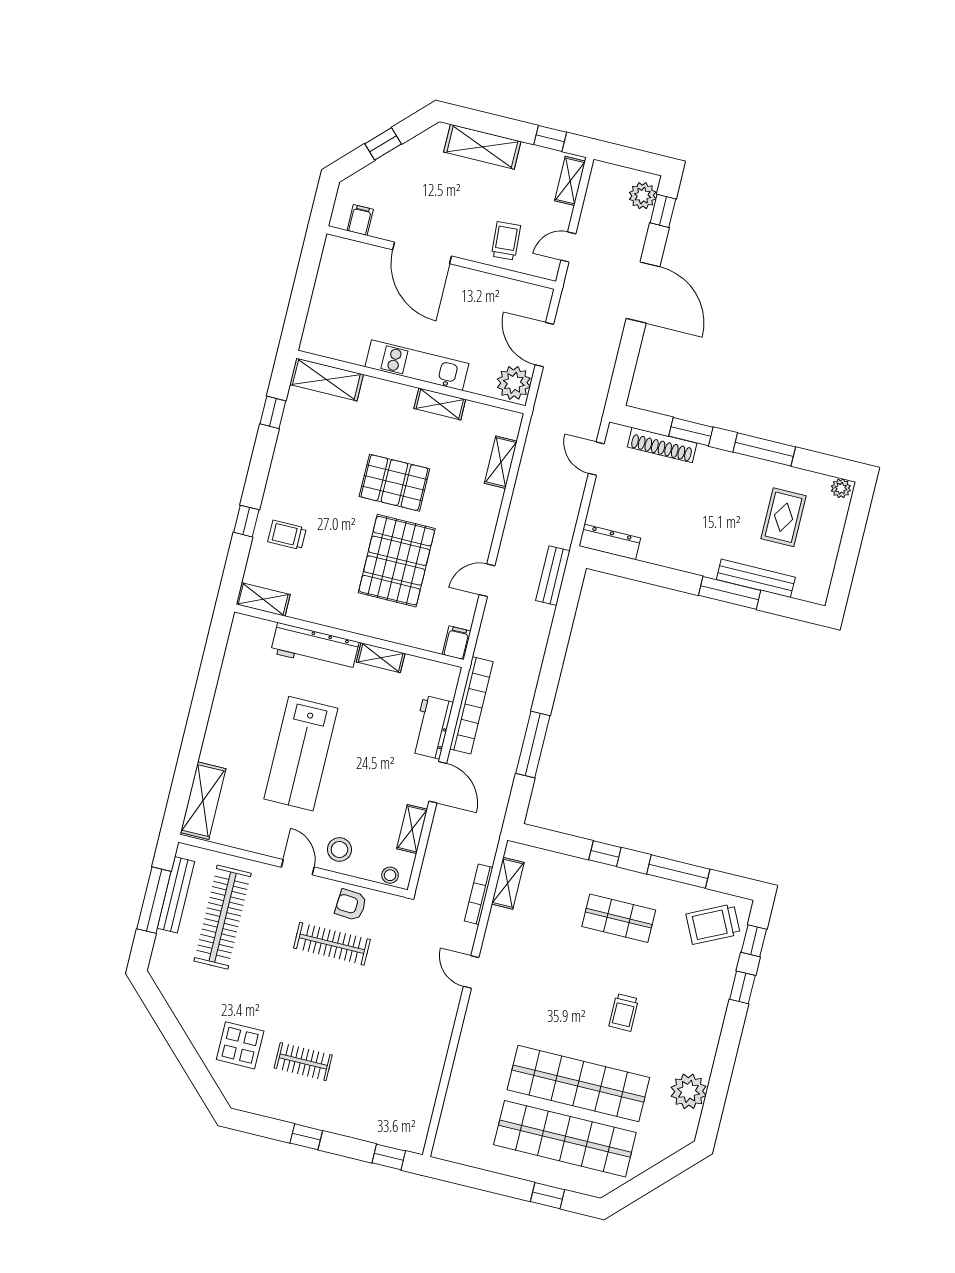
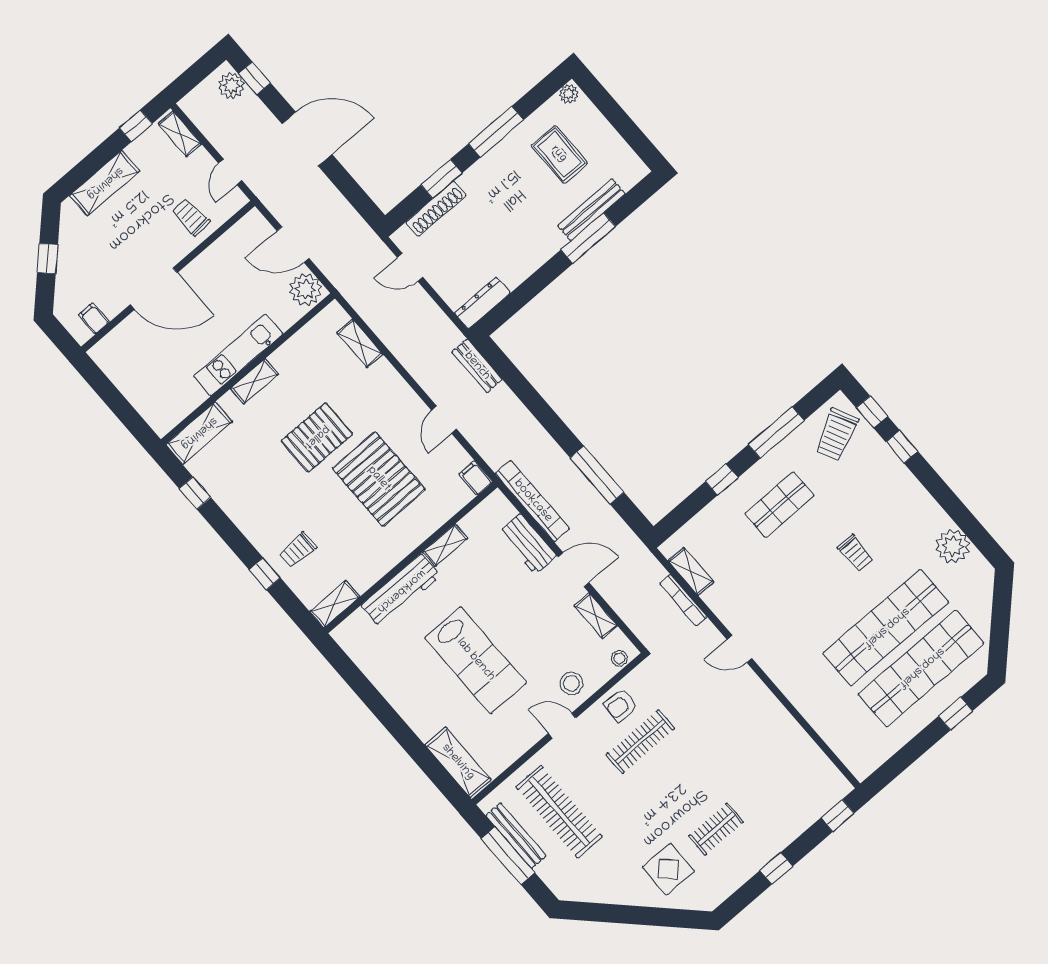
shelving: (440, 404) -> (254, 381), moved

